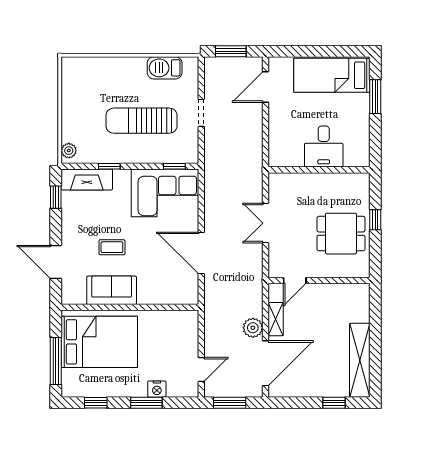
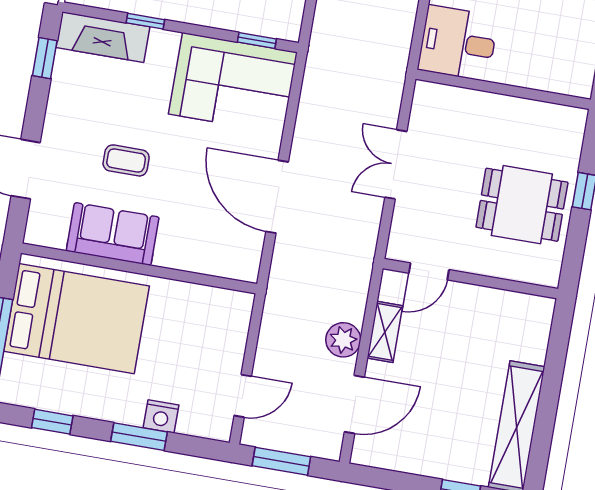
desk: (324, 147) -> (458, 43), moved, turned 90
door: (265, 363) -> (354, 404), width x0.73

